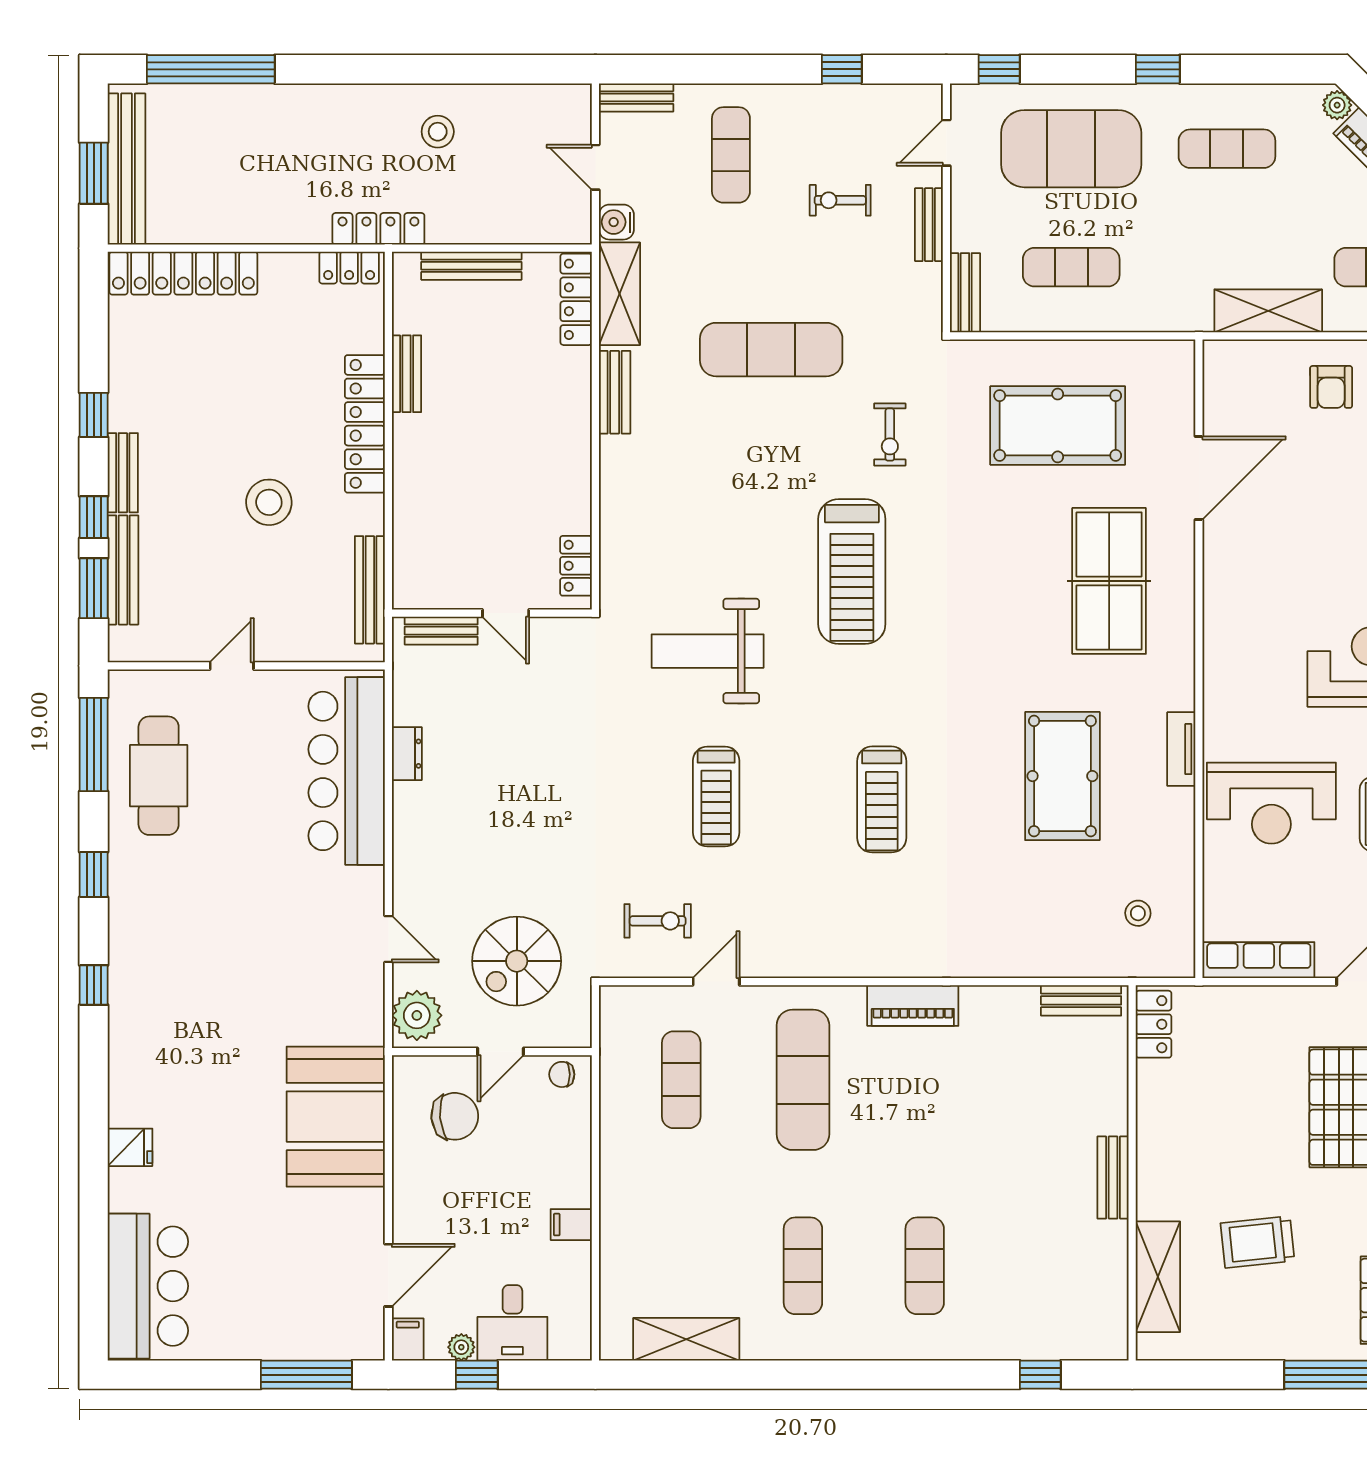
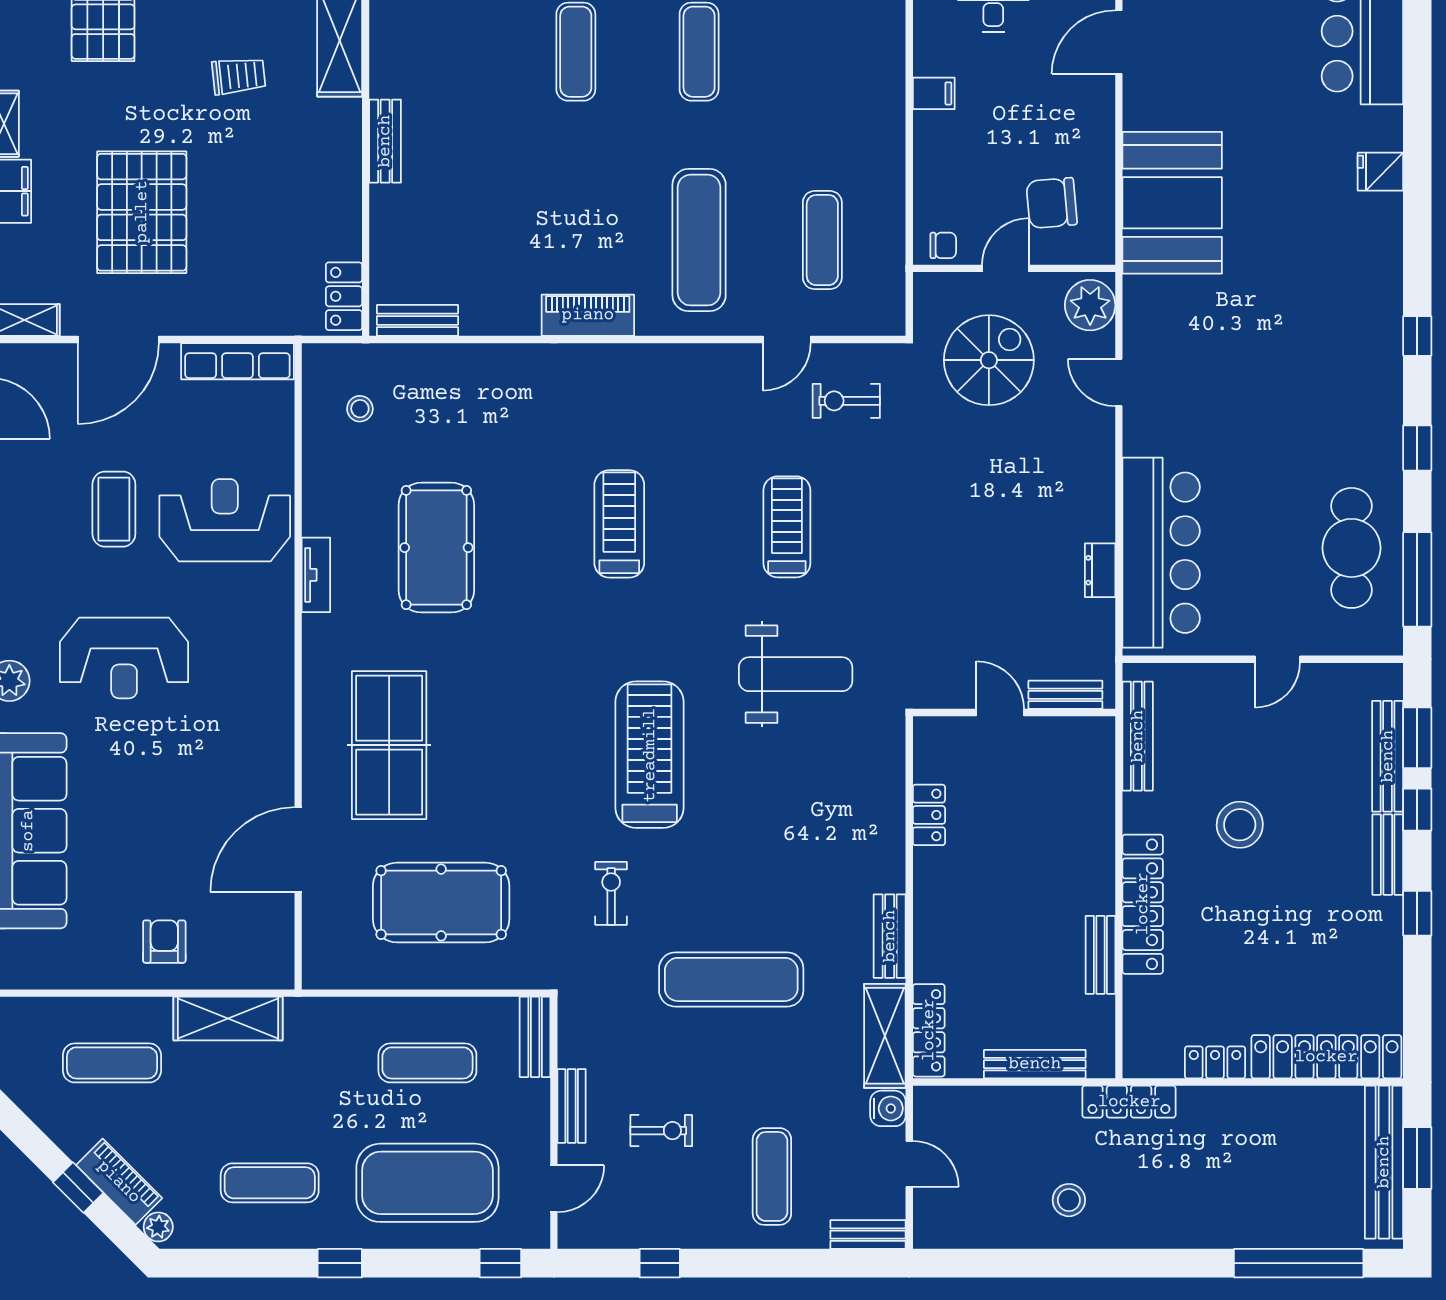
locker: (349, 268) -> (1215, 1062), moved
locker: (576, 566) -> (929, 815), moved
trolley: (1258, 1242) -> (239, 76), width x0.73, depth x0.72

